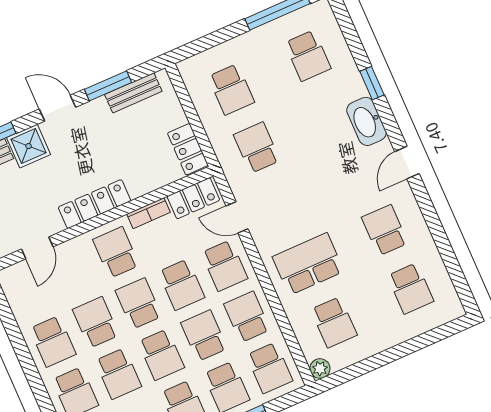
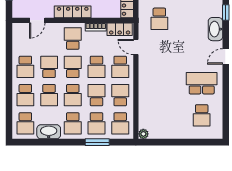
school desk: (257, 148) -> (159, 19), turned 180
school desk: (385, 230) -> (202, 83), width x1.85
school desk: (308, 264) -> (159, 83), removed
school desk: (334, 322) -> (159, 115), removed

